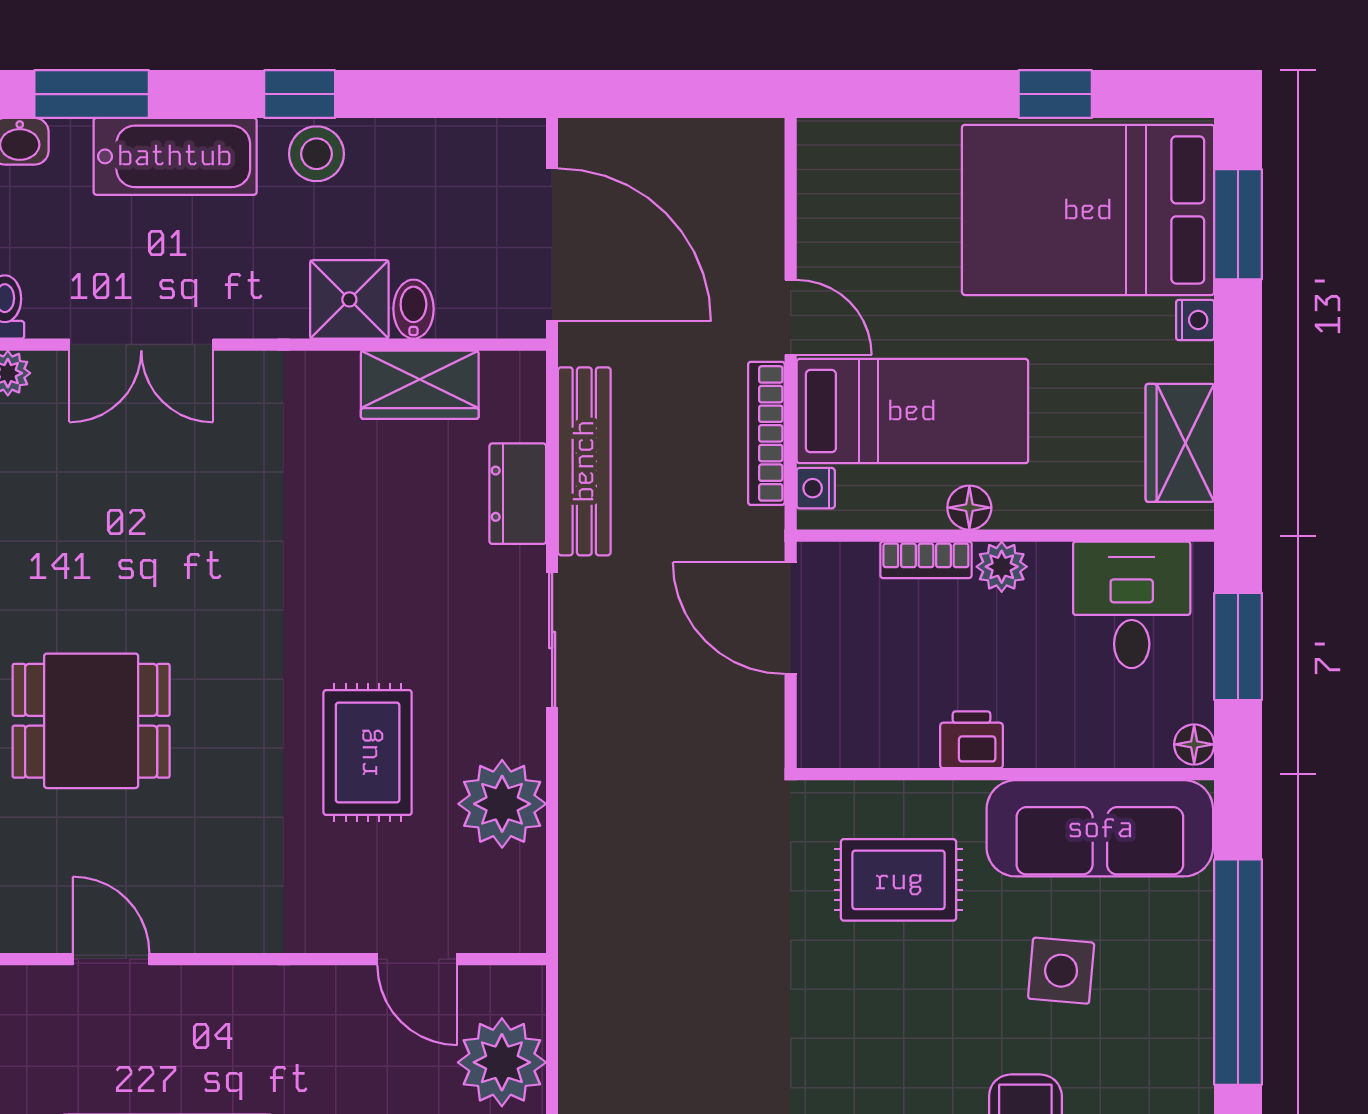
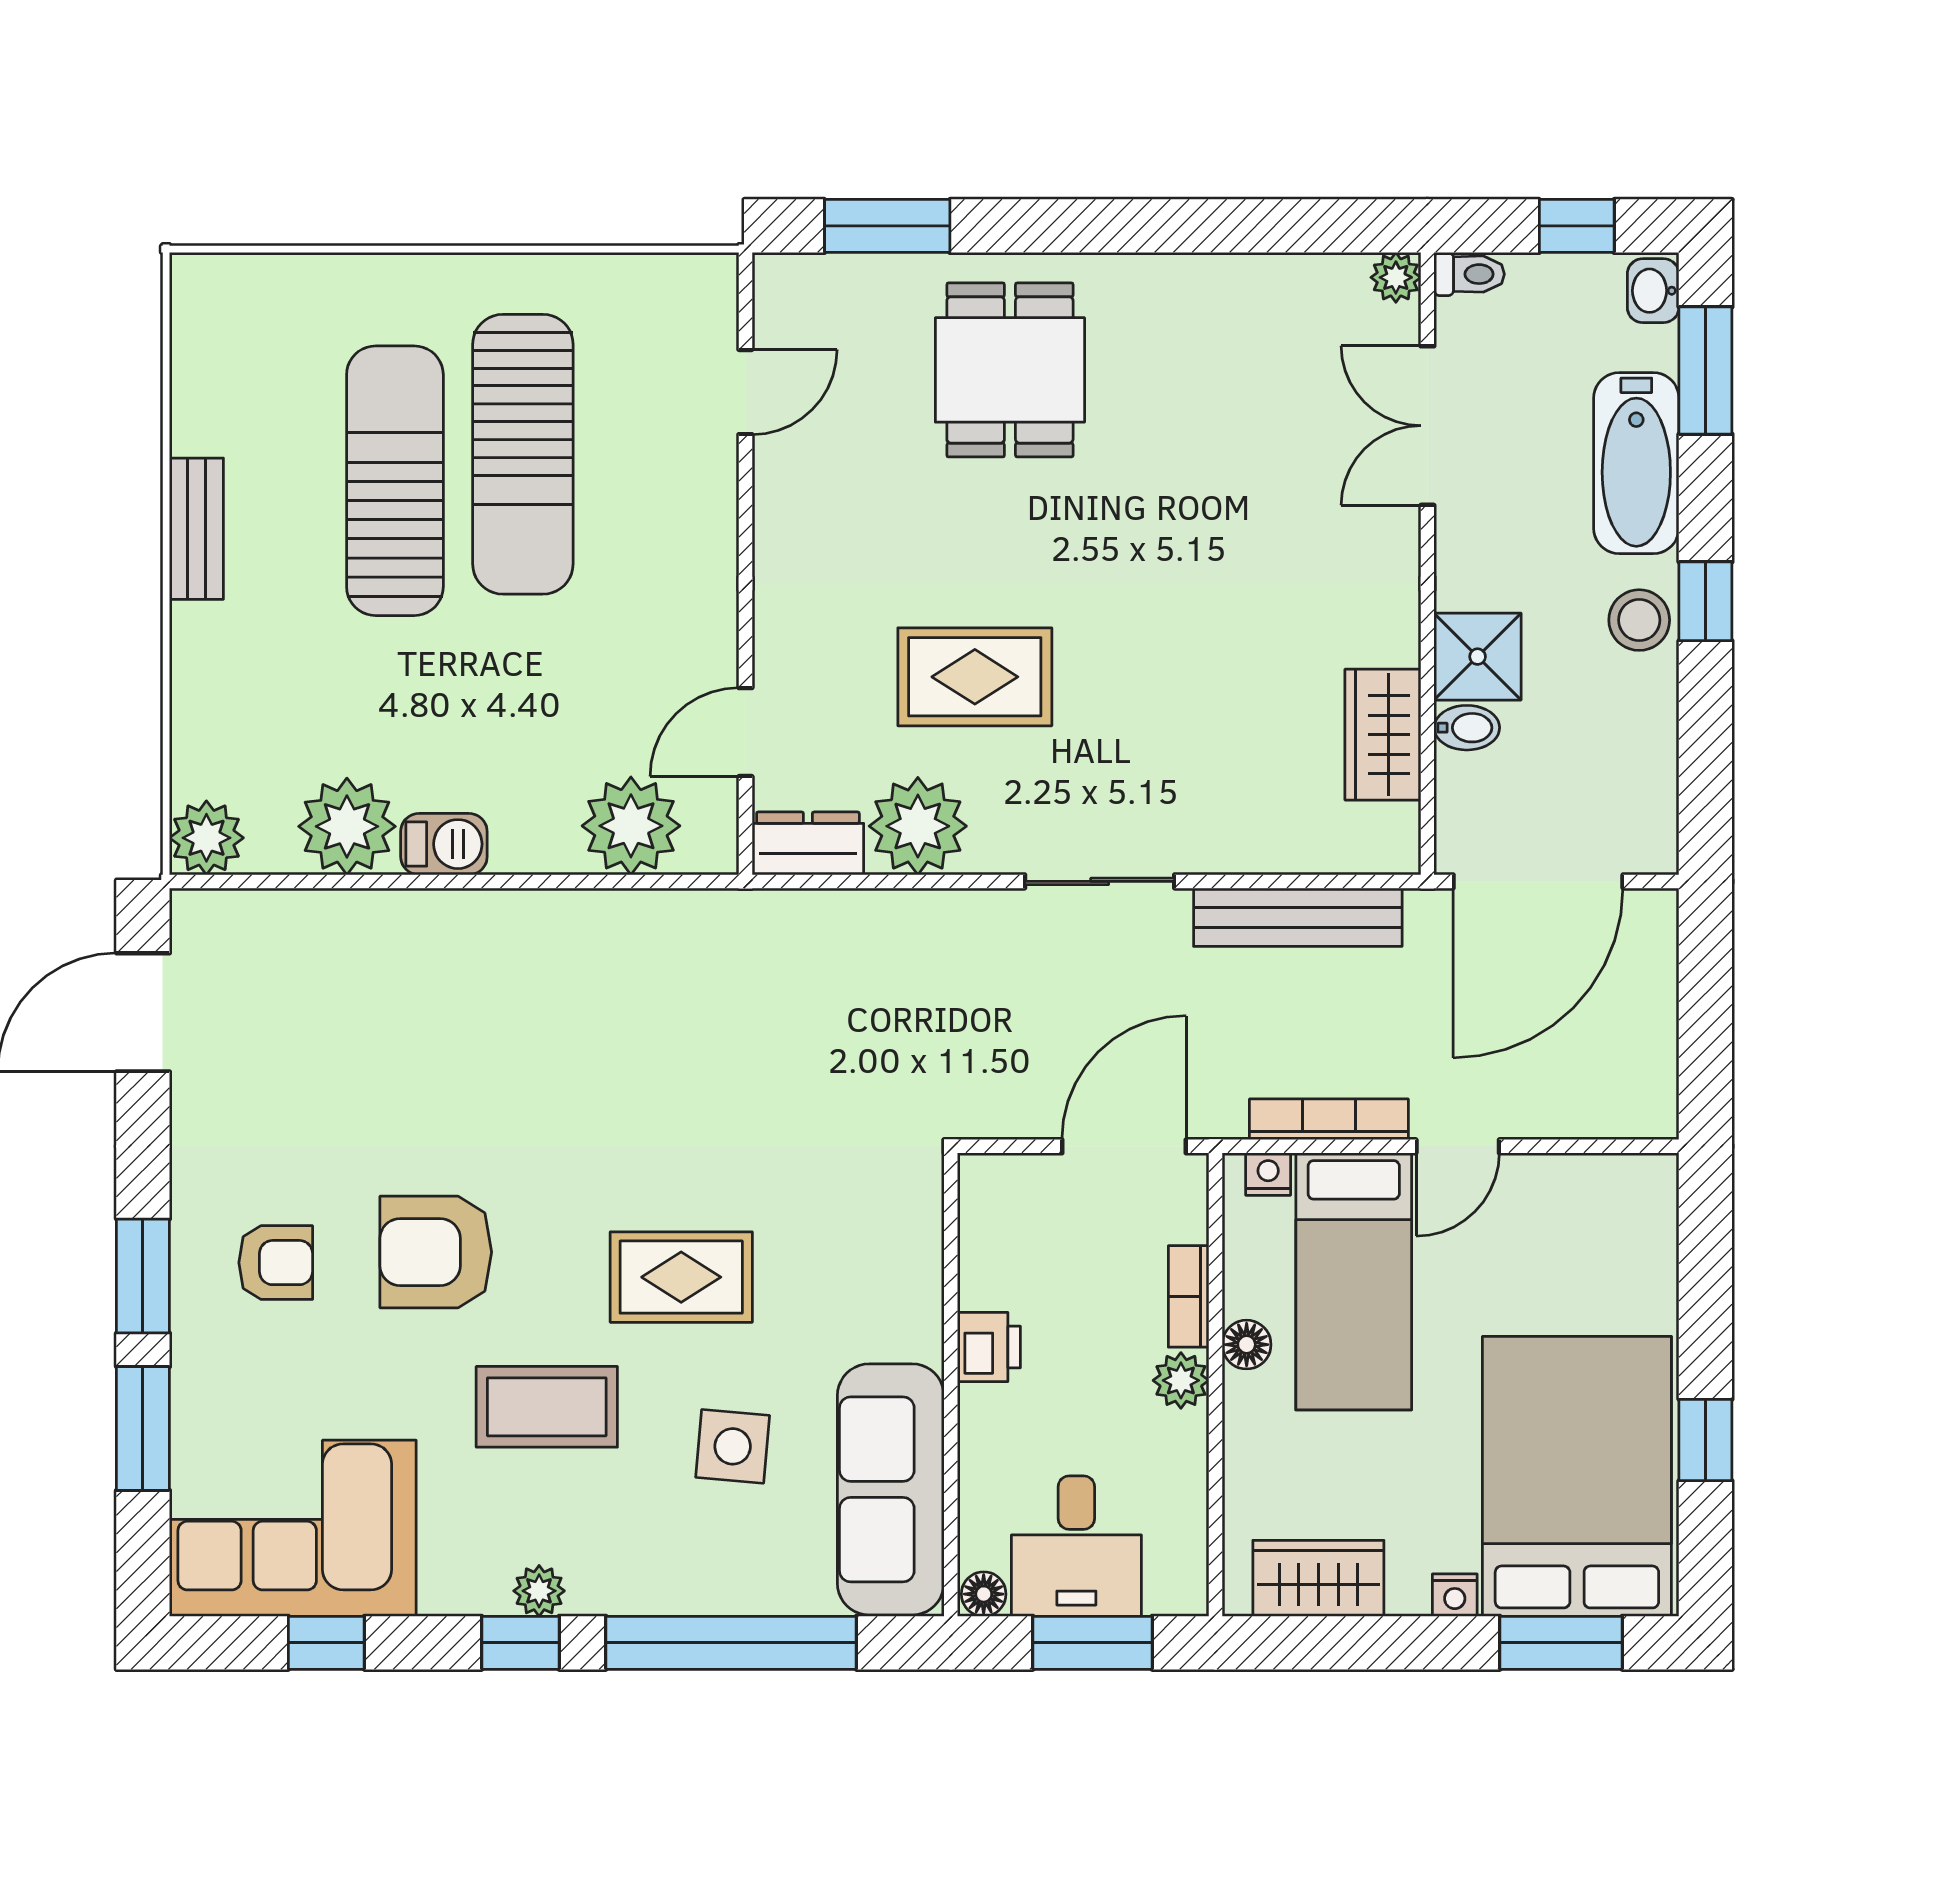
dresser: (518, 494) -> (808, 843), moved
desk: (1132, 605) -> (1076, 1546), moved, turned 90
rug: (899, 880) -> (681, 1277), moved, turned 90

